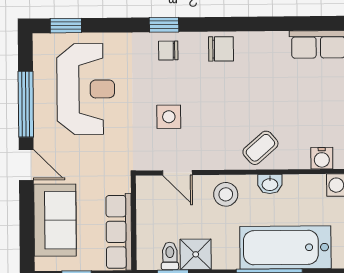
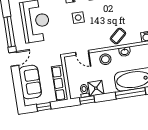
side table: (169, 117) -> (78, 18), moved
door: (26, 165) -> (14, 59), hinge flipped

